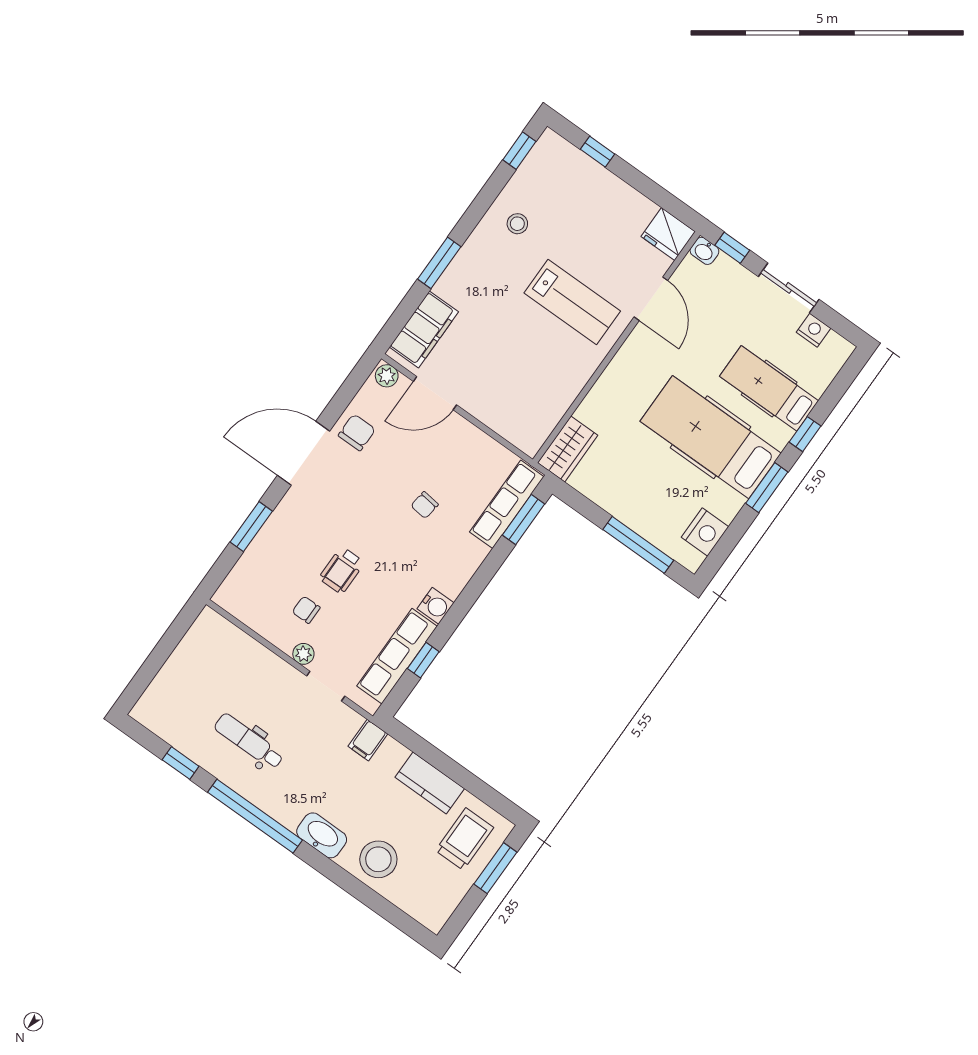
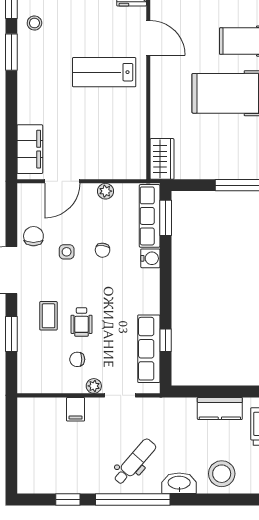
stool: (517, 224) -> (34, 23), moved
window: (439, 263) -> (11, 52), moved
lab bench: (572, 302) -> (104, 72), turned 180
plant: (387, 376) -> (106, 191), moved
side table: (382, 478) -> (67, 252), added
coffee table: (309, 536) -> (48, 316), added
water cooler: (436, 606) -> (150, 258), moved
filing cabinet: (368, 740) -> (76, 409), moved
dental chair: (249, 741) -> (135, 462), moved, turned 131

